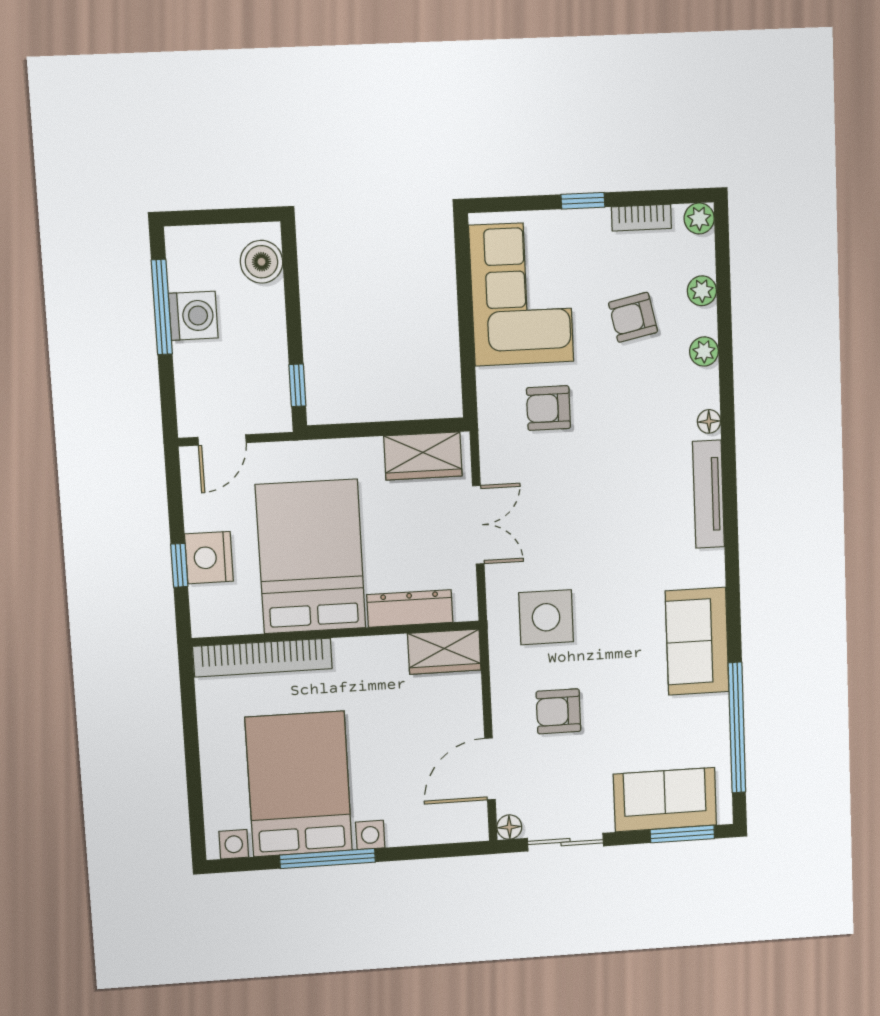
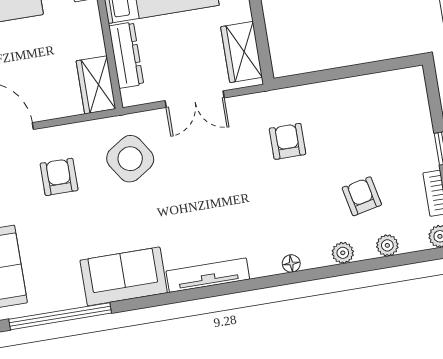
corner sofa: (521, 294) -> (369, 111), removed
tv unit: (708, 494) -> (208, 275), moved
side table: (546, 617) -> (130, 159), turned -33

